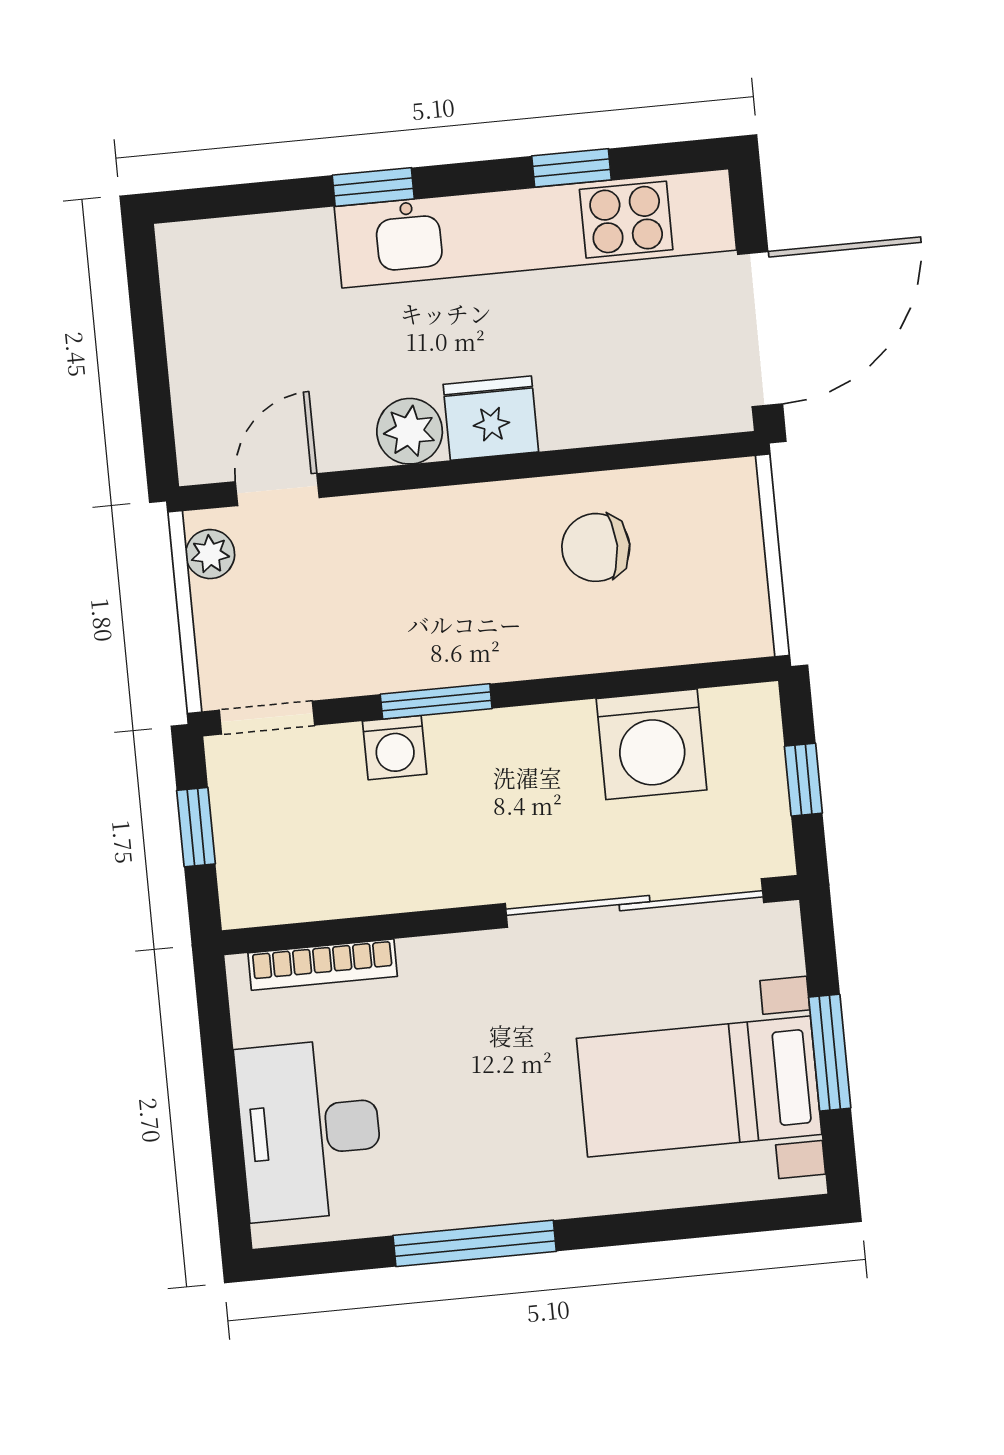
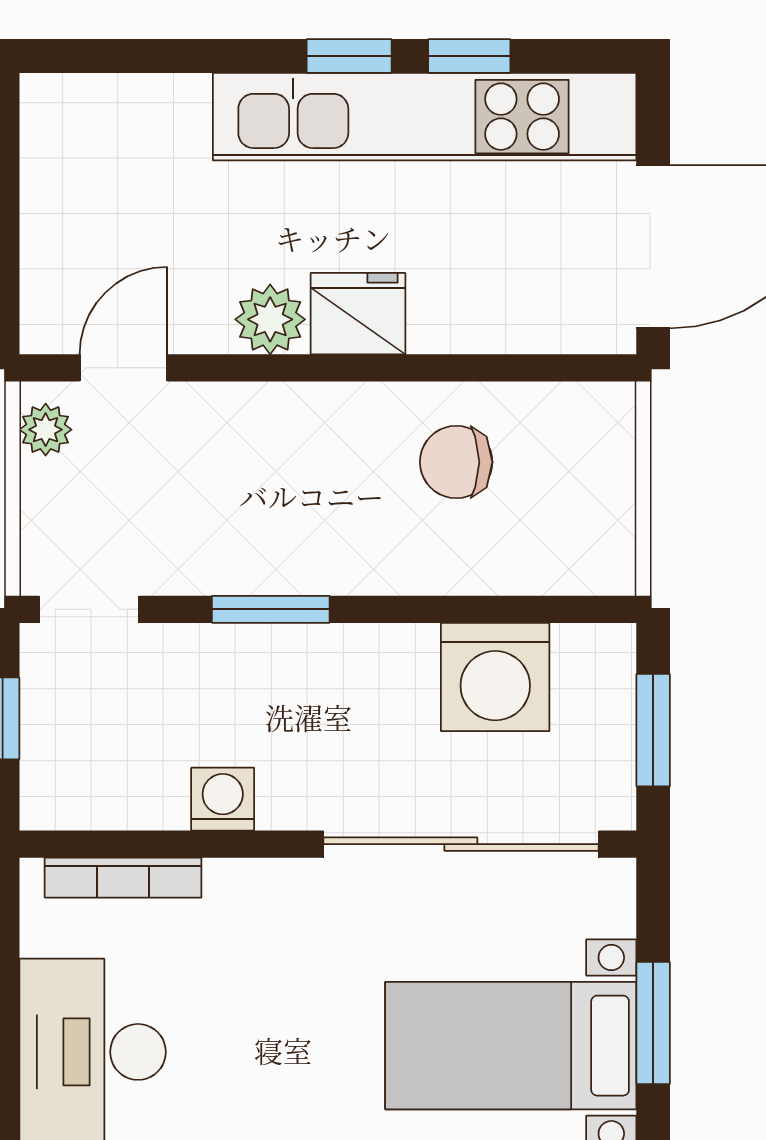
window: (373, 187) -> (349, 56), moved
washing machine: (395, 748) -> (223, 799), moved, turned 180
window: (803, 780) -> (653, 730), width x1.50

